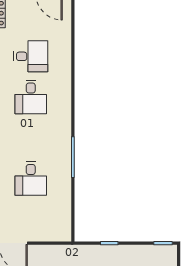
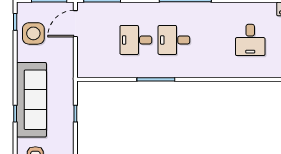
desk: (31, 97) -> (174, 40), moved

